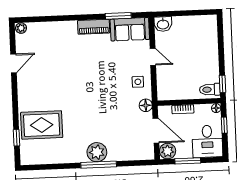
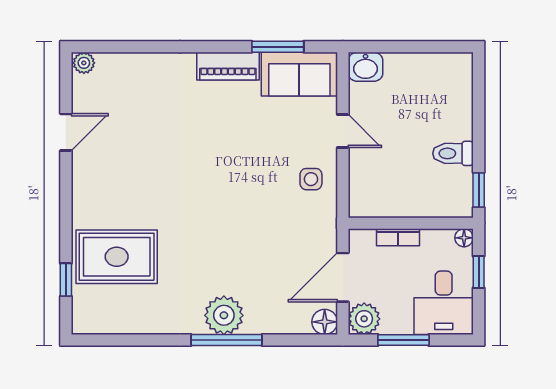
toilet: (210, 90) -> (453, 153), moved
floor lamp: (146, 105) -> (325, 322), moved
door: (156, 131) -> (343, 277), swing flipped

